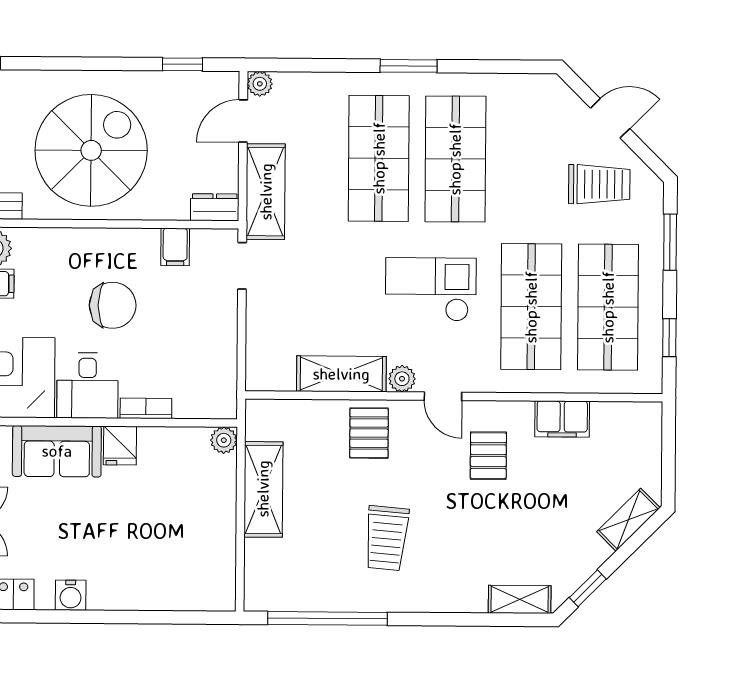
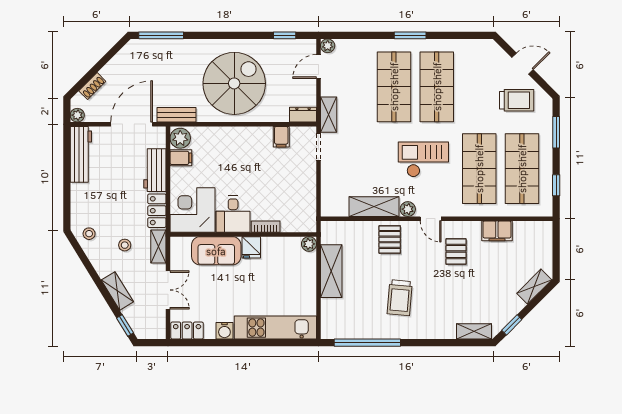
shelving: (266, 192) -> (329, 115), width x0.67, depth x0.75
chair: (113, 305) -> (247, 169), removed
kitchen unit: (162, 590) -> (275, 328), added

